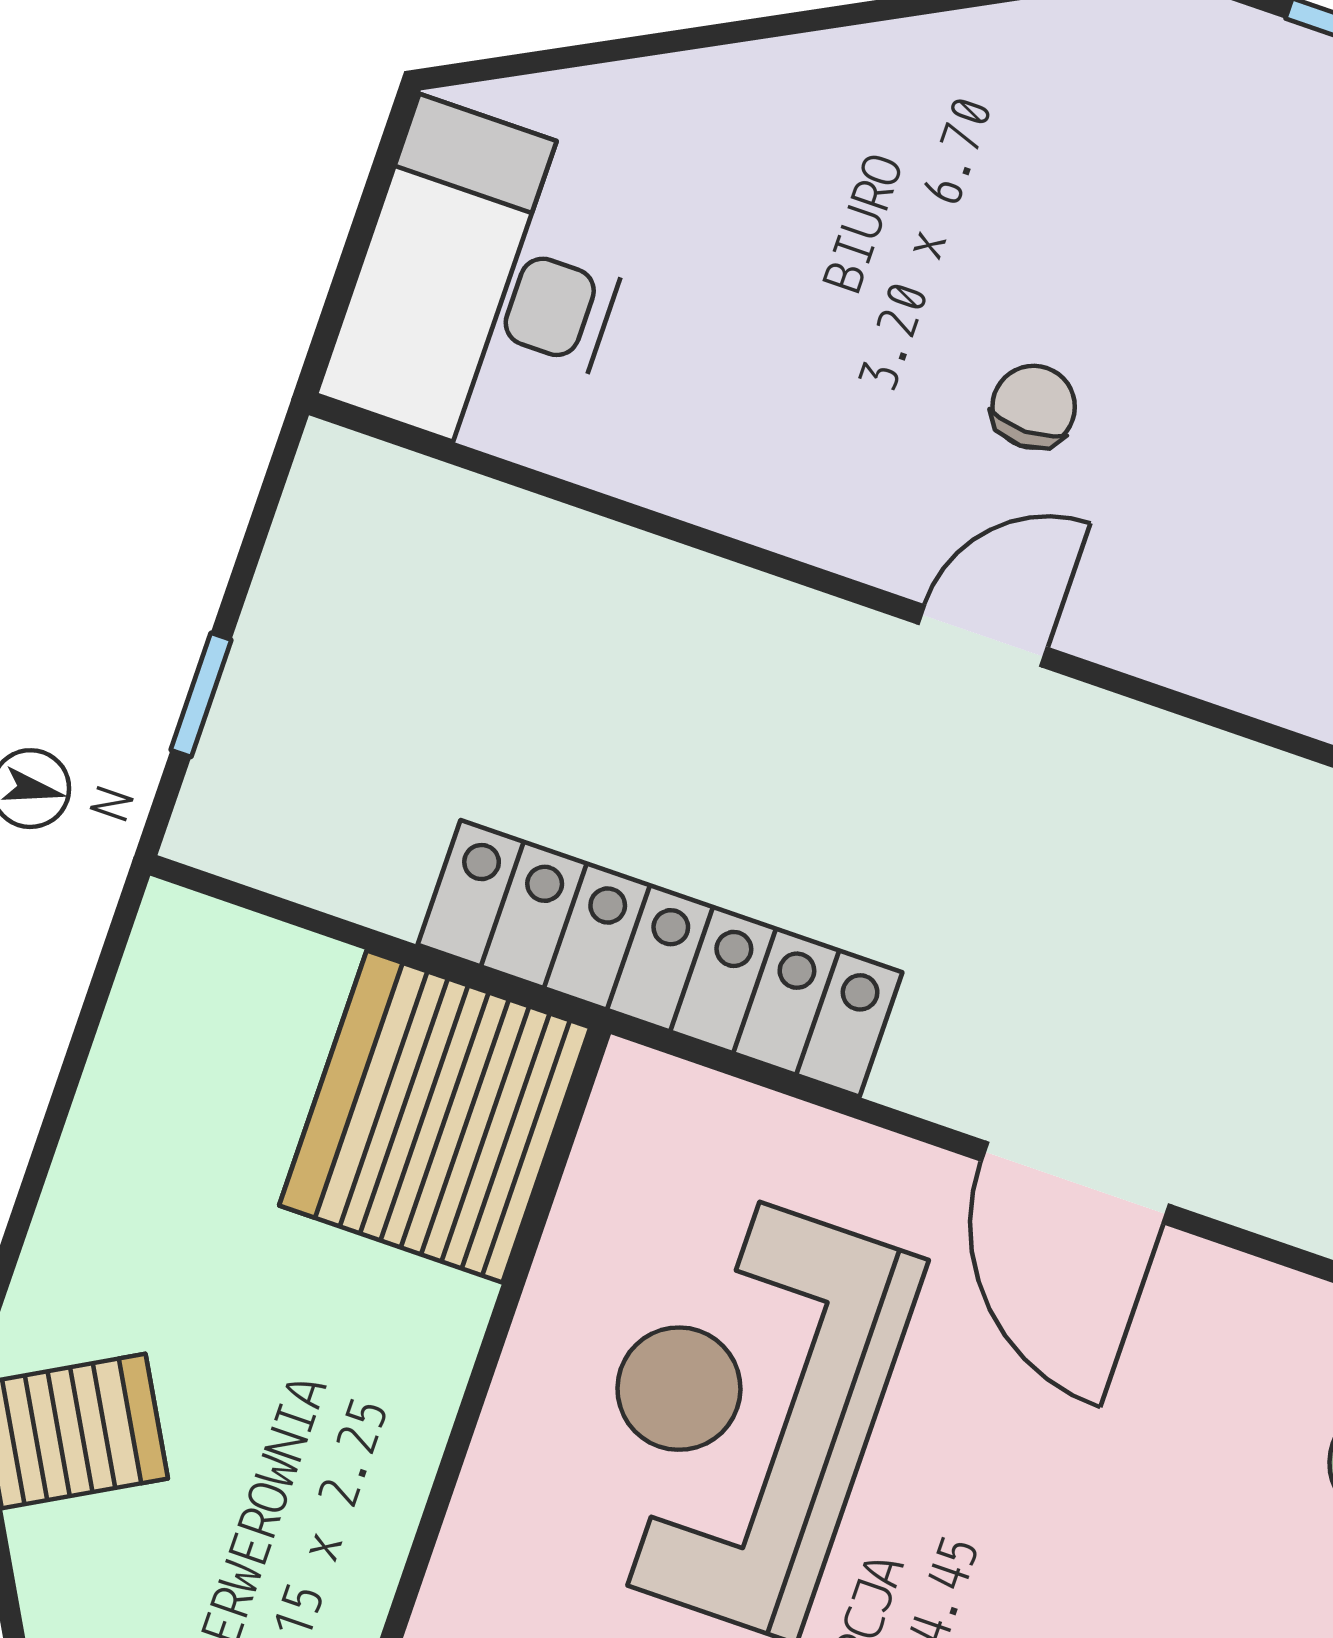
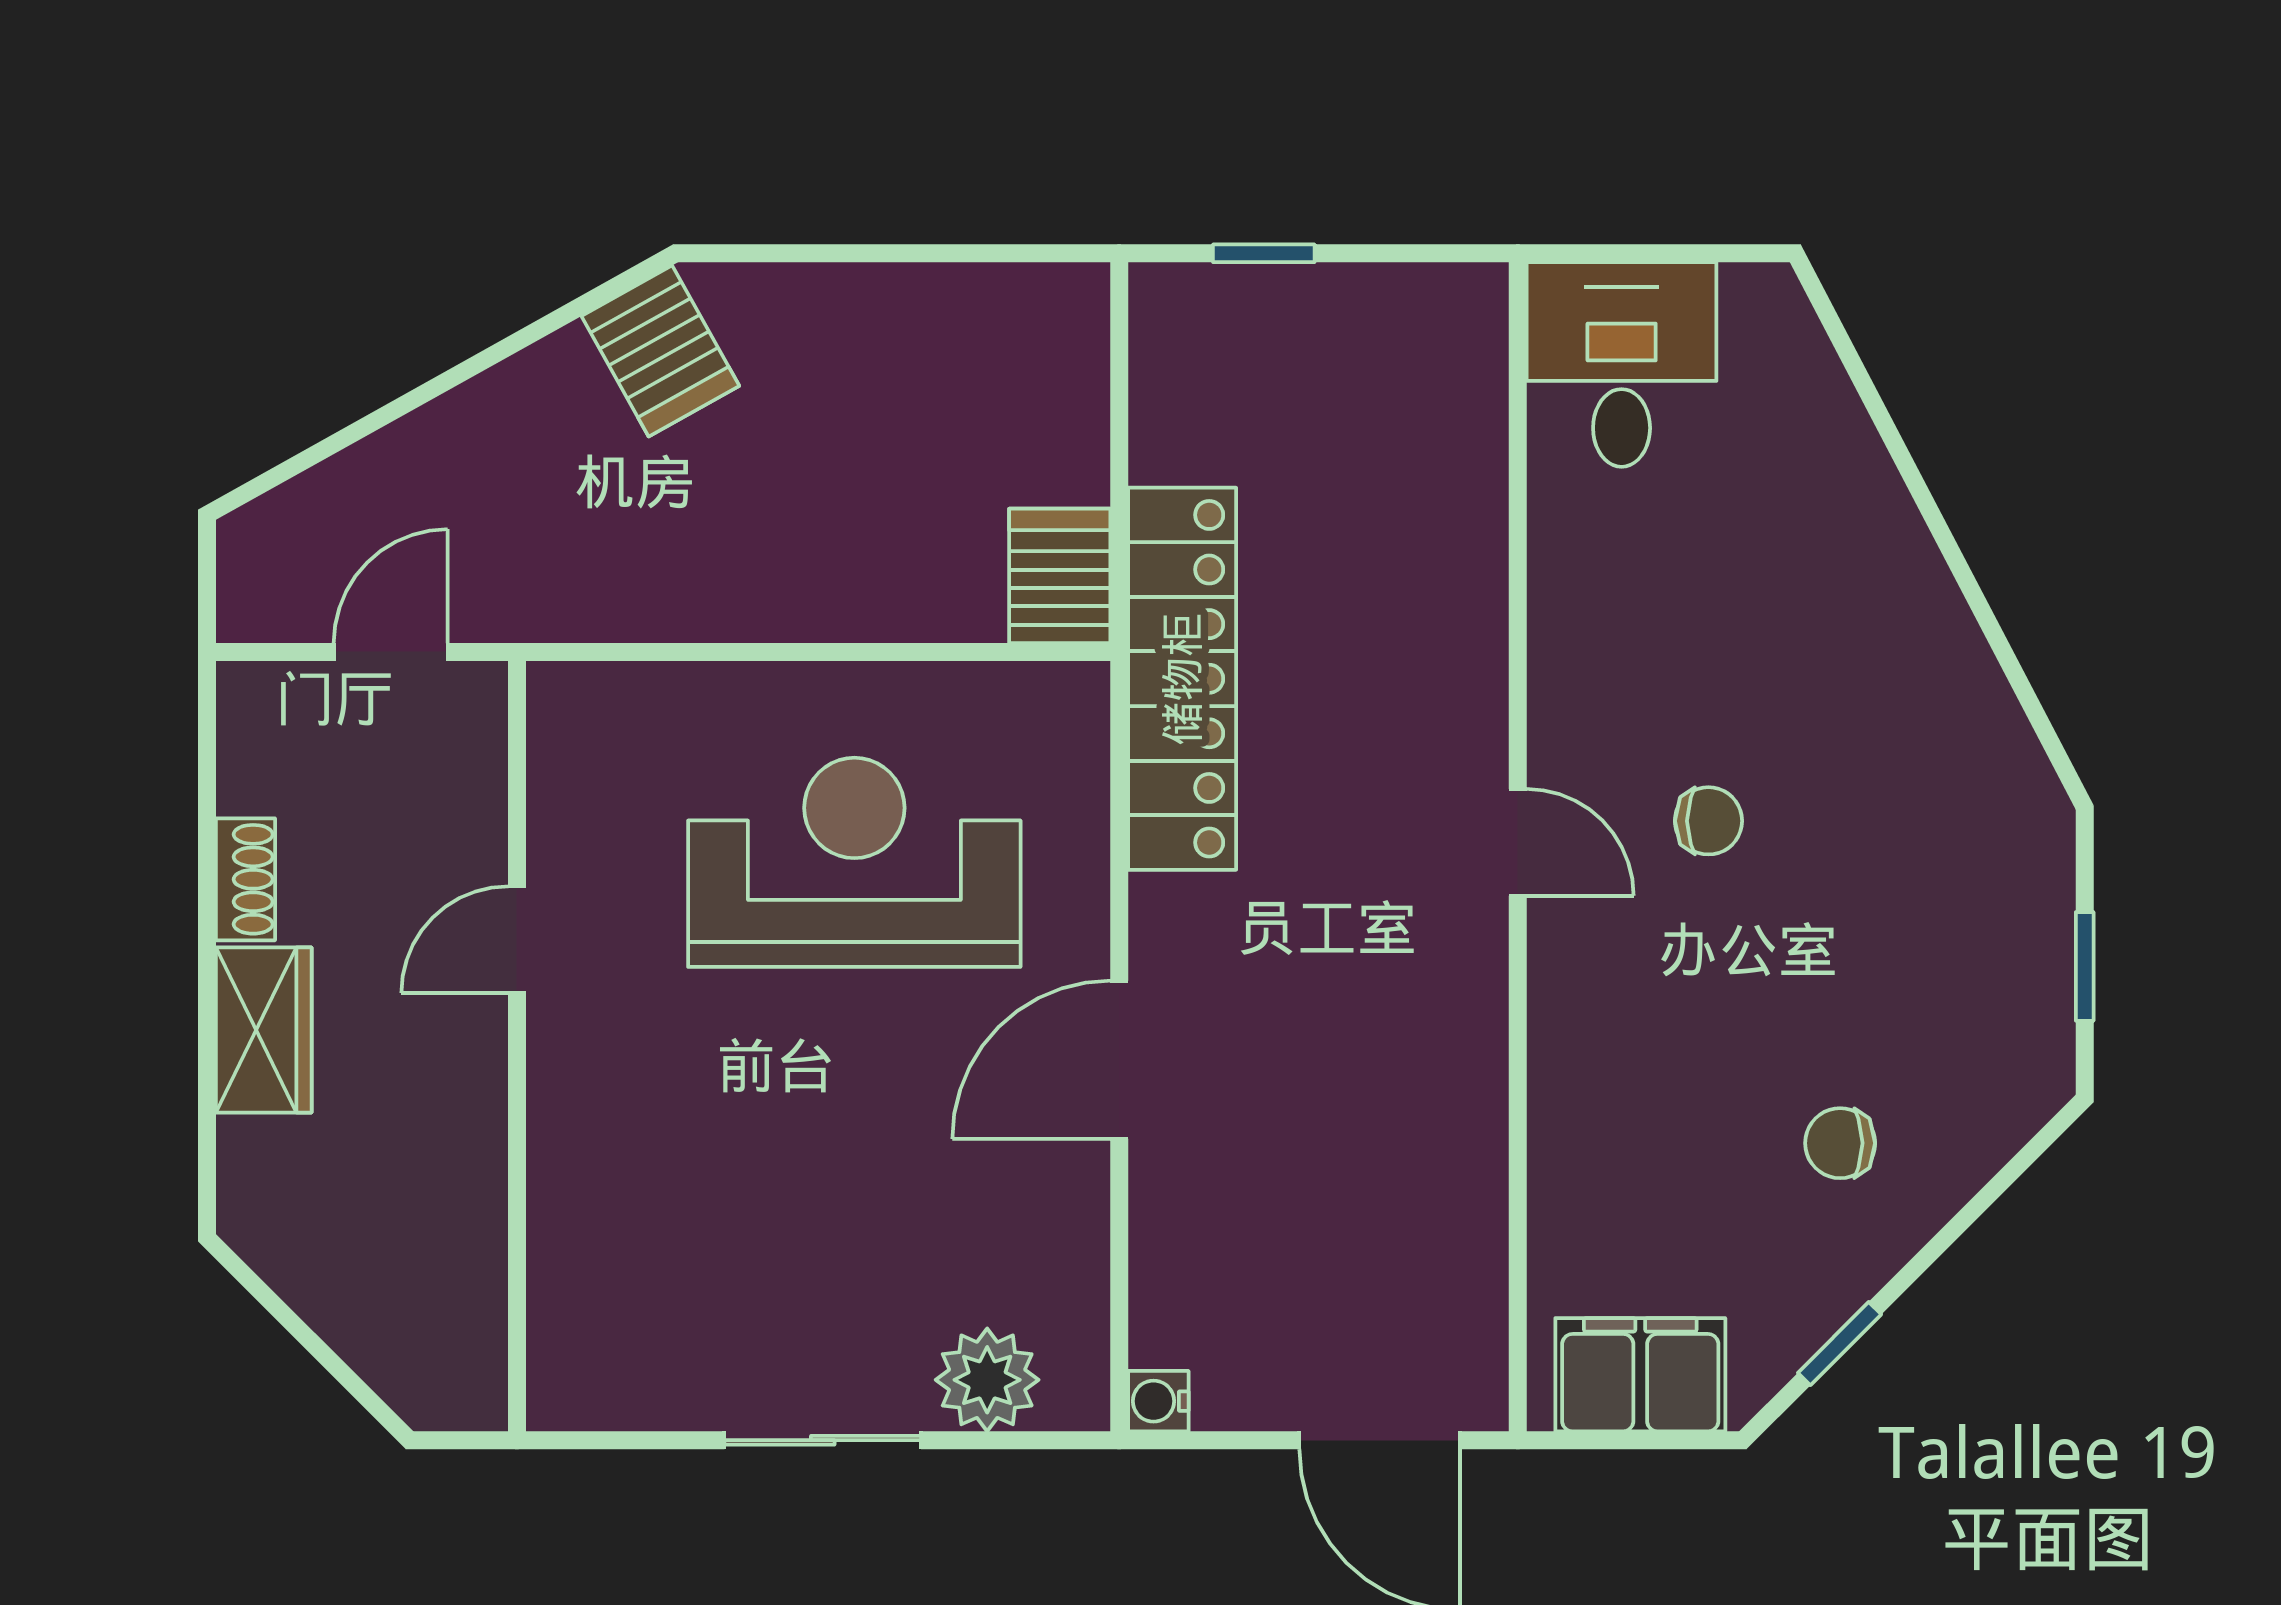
desk: (486, 285) -> (1622, 365), width x0.73
server rack: (435, 1116) -> (1060, 576), width x0.46, depth x0.70

